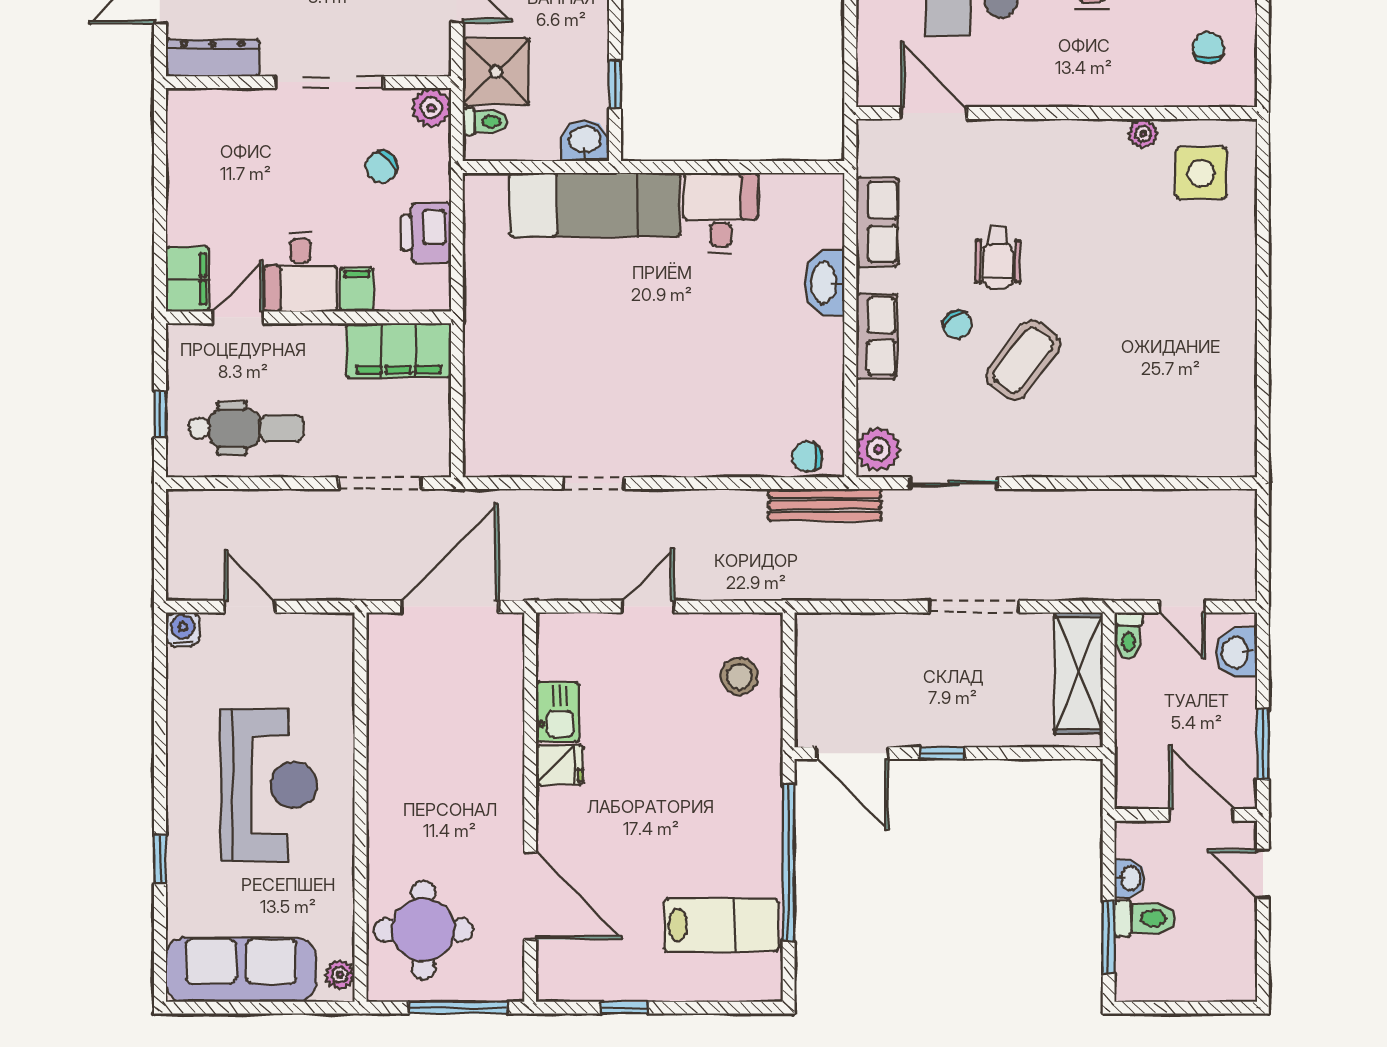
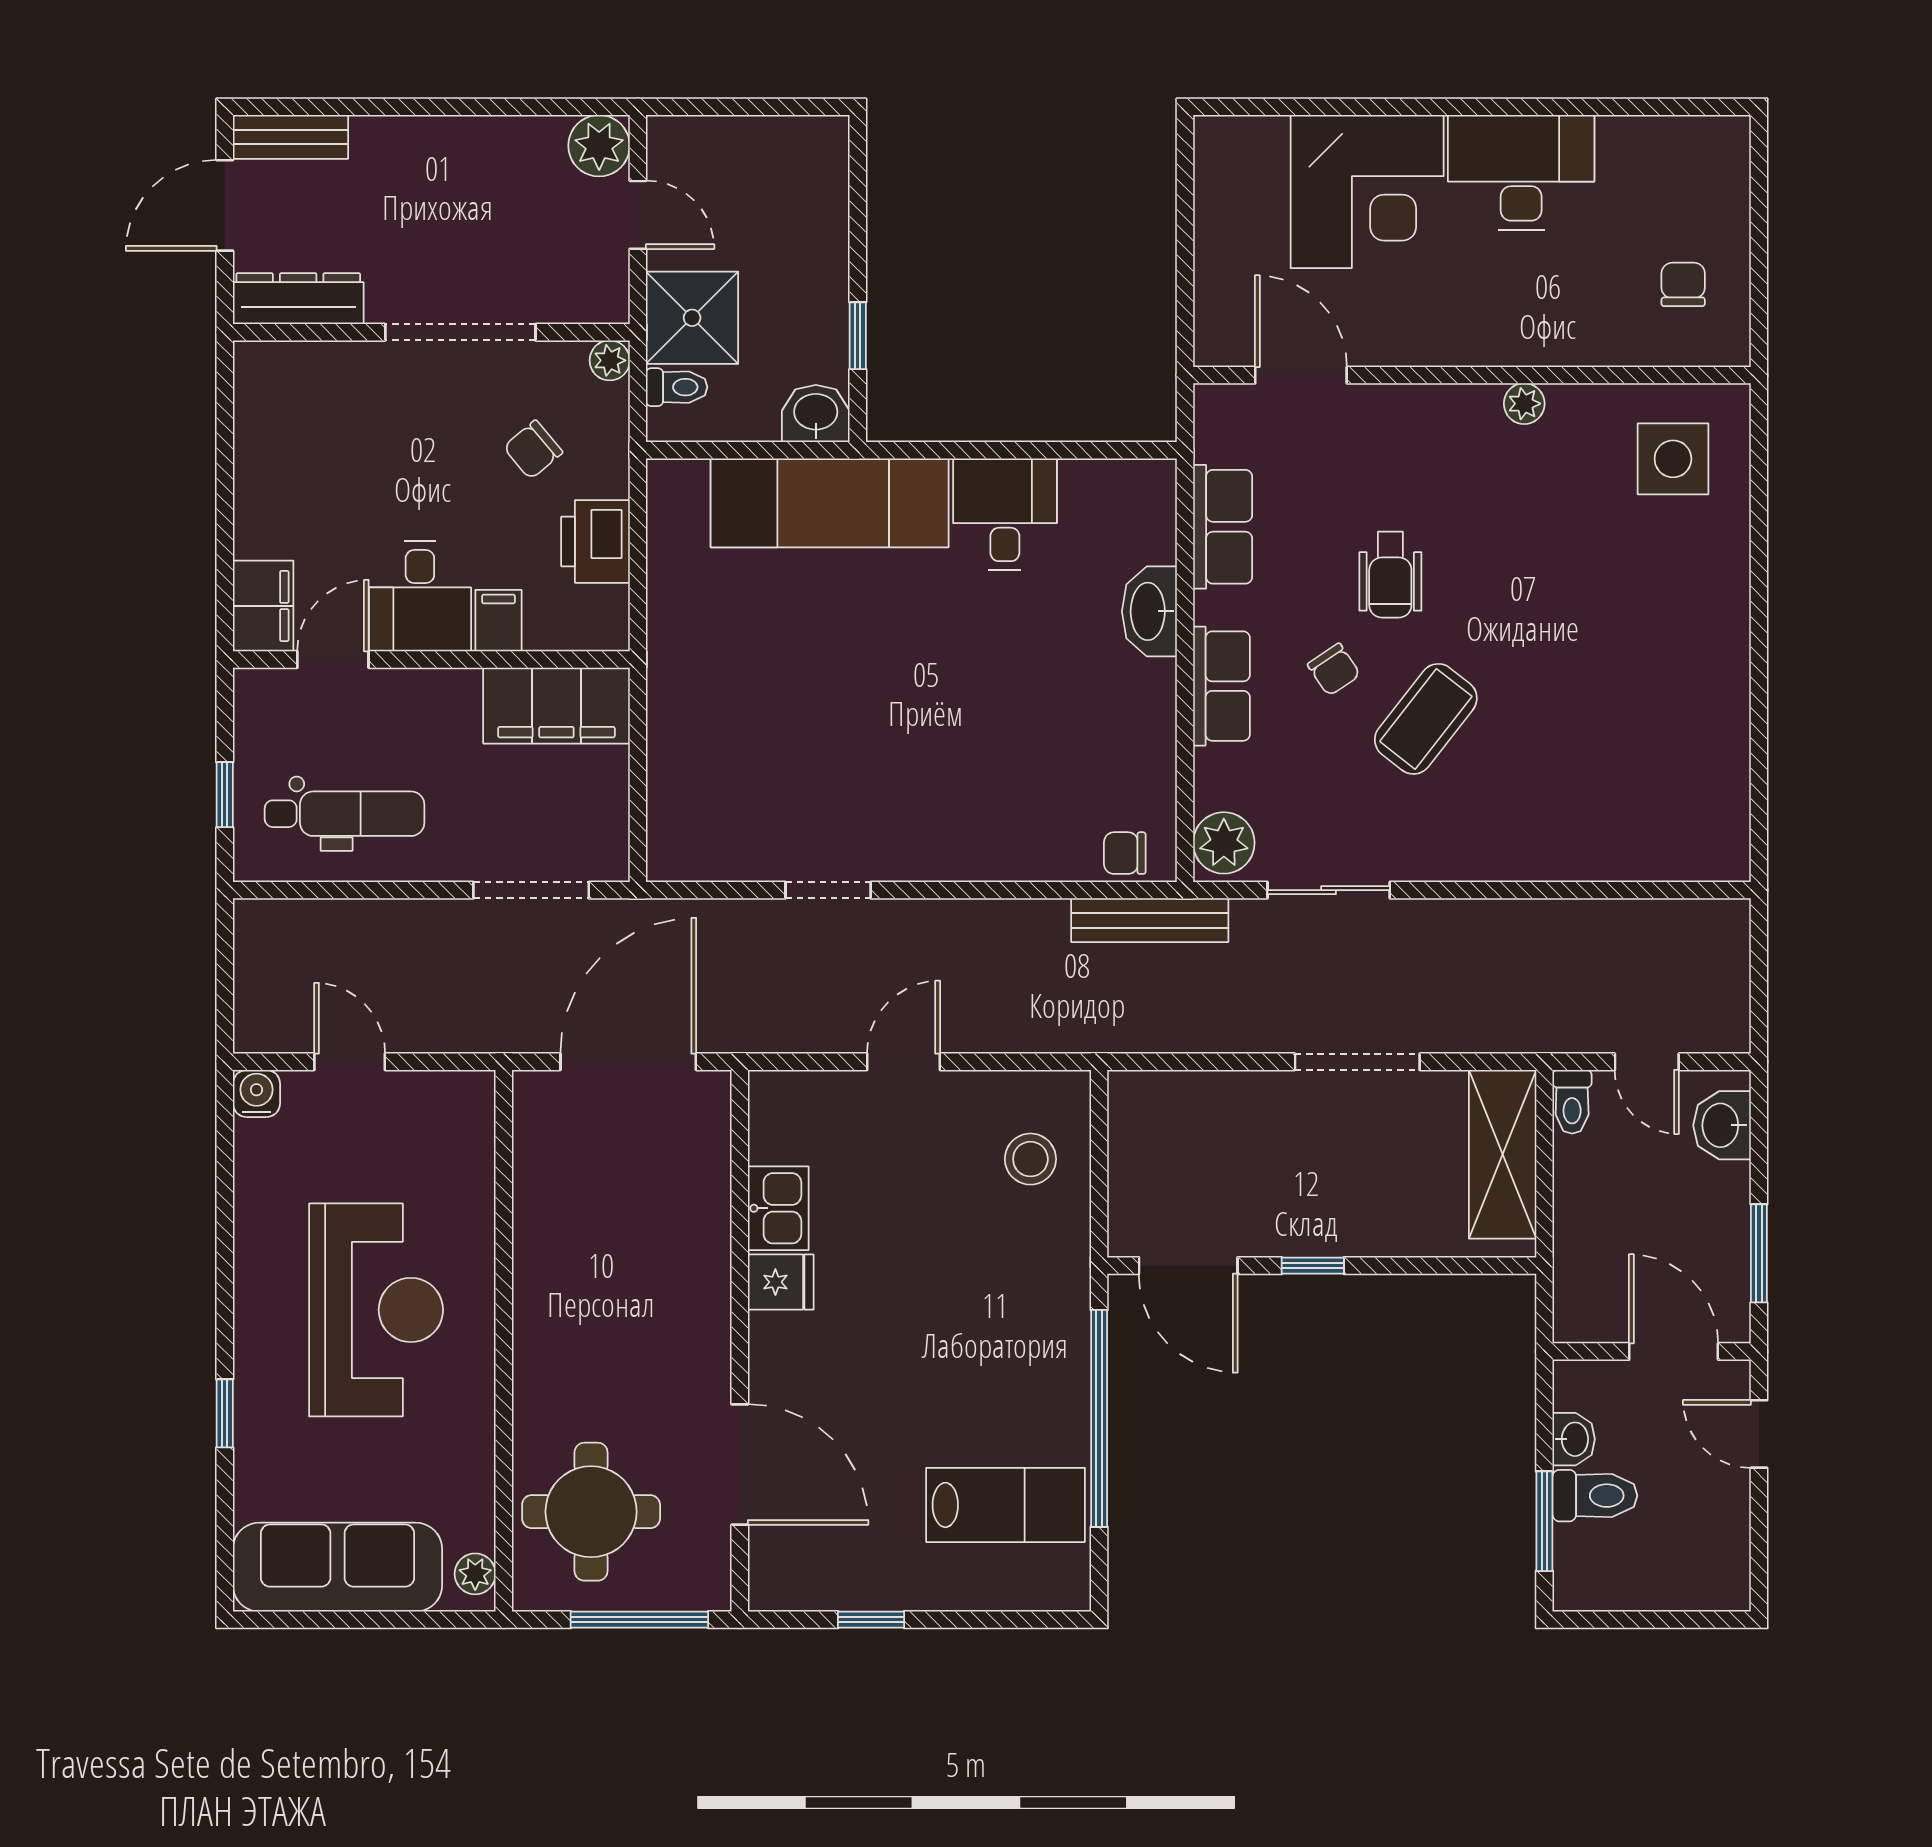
plant: (431, 108) -> (610, 360), width x0.73, depth x0.73
plant: (1143, 133) -> (1524, 404), moved

